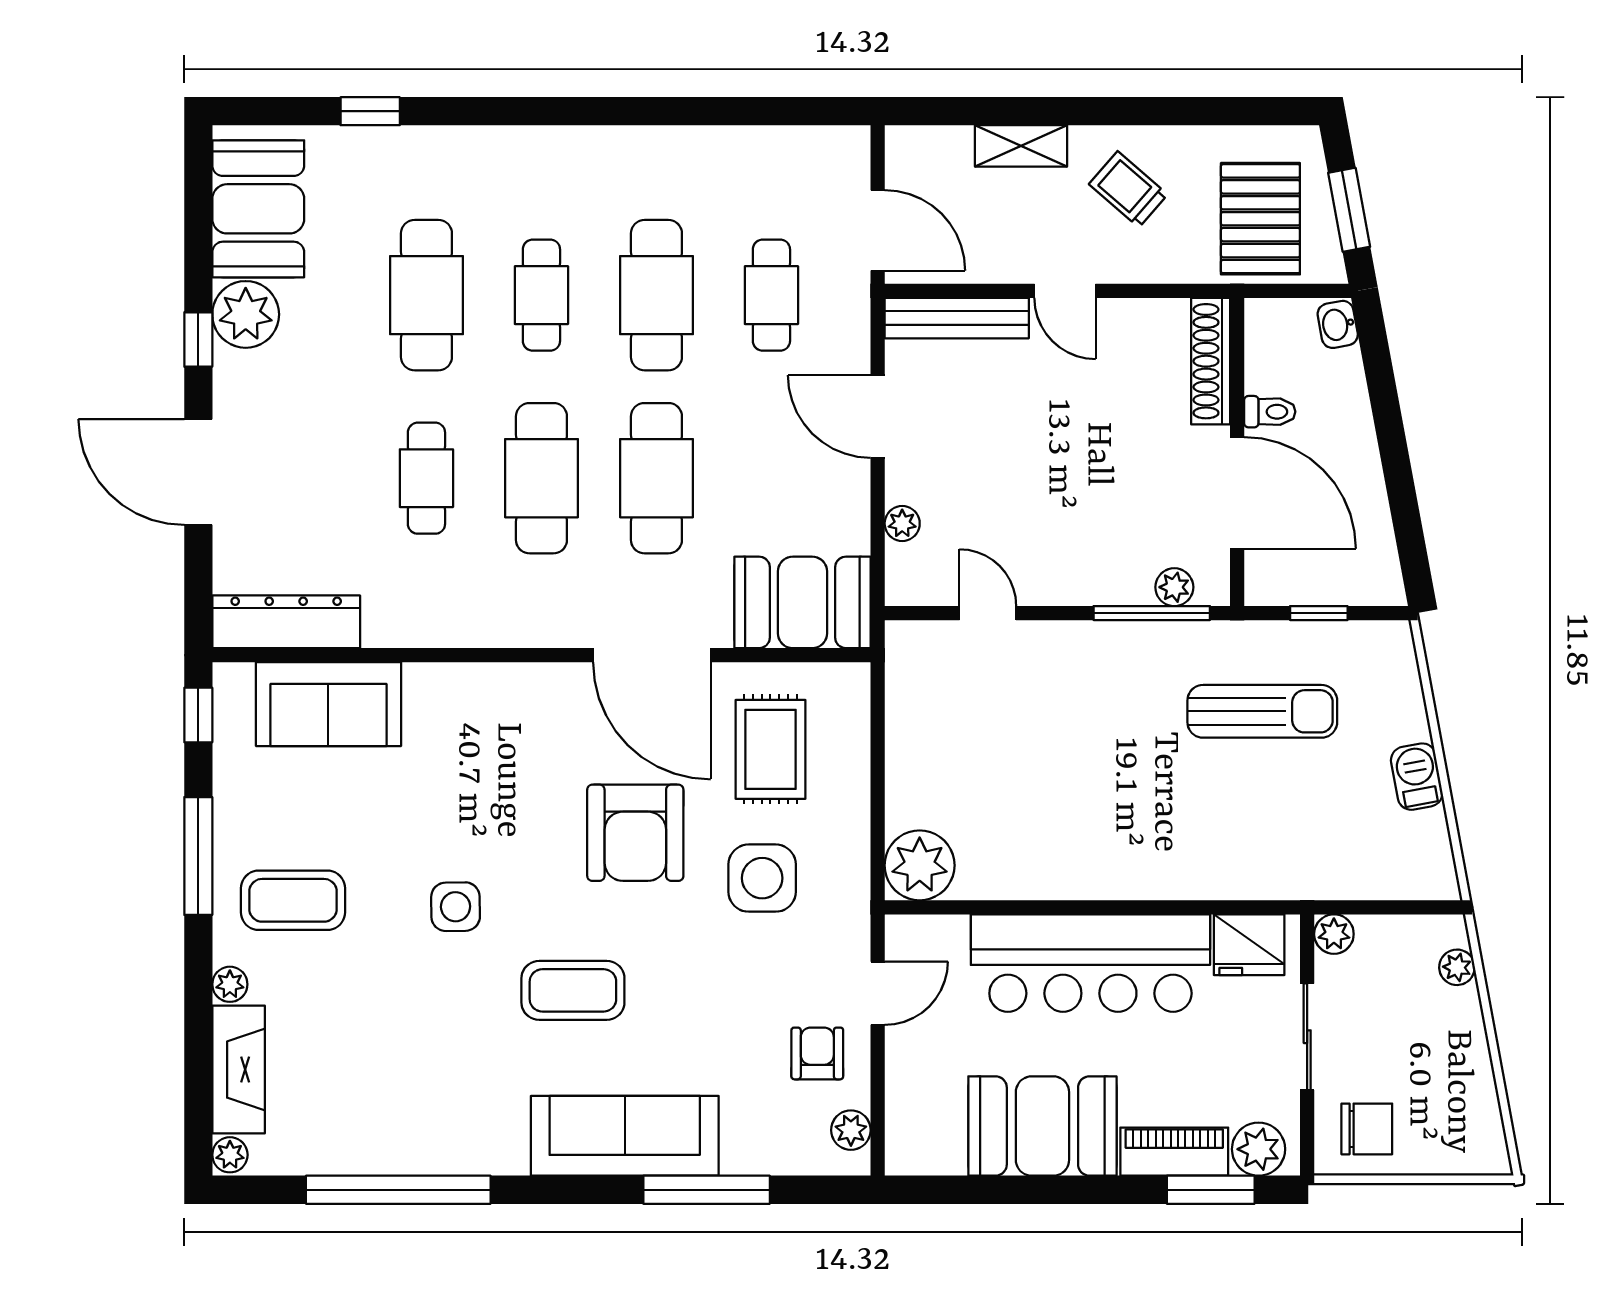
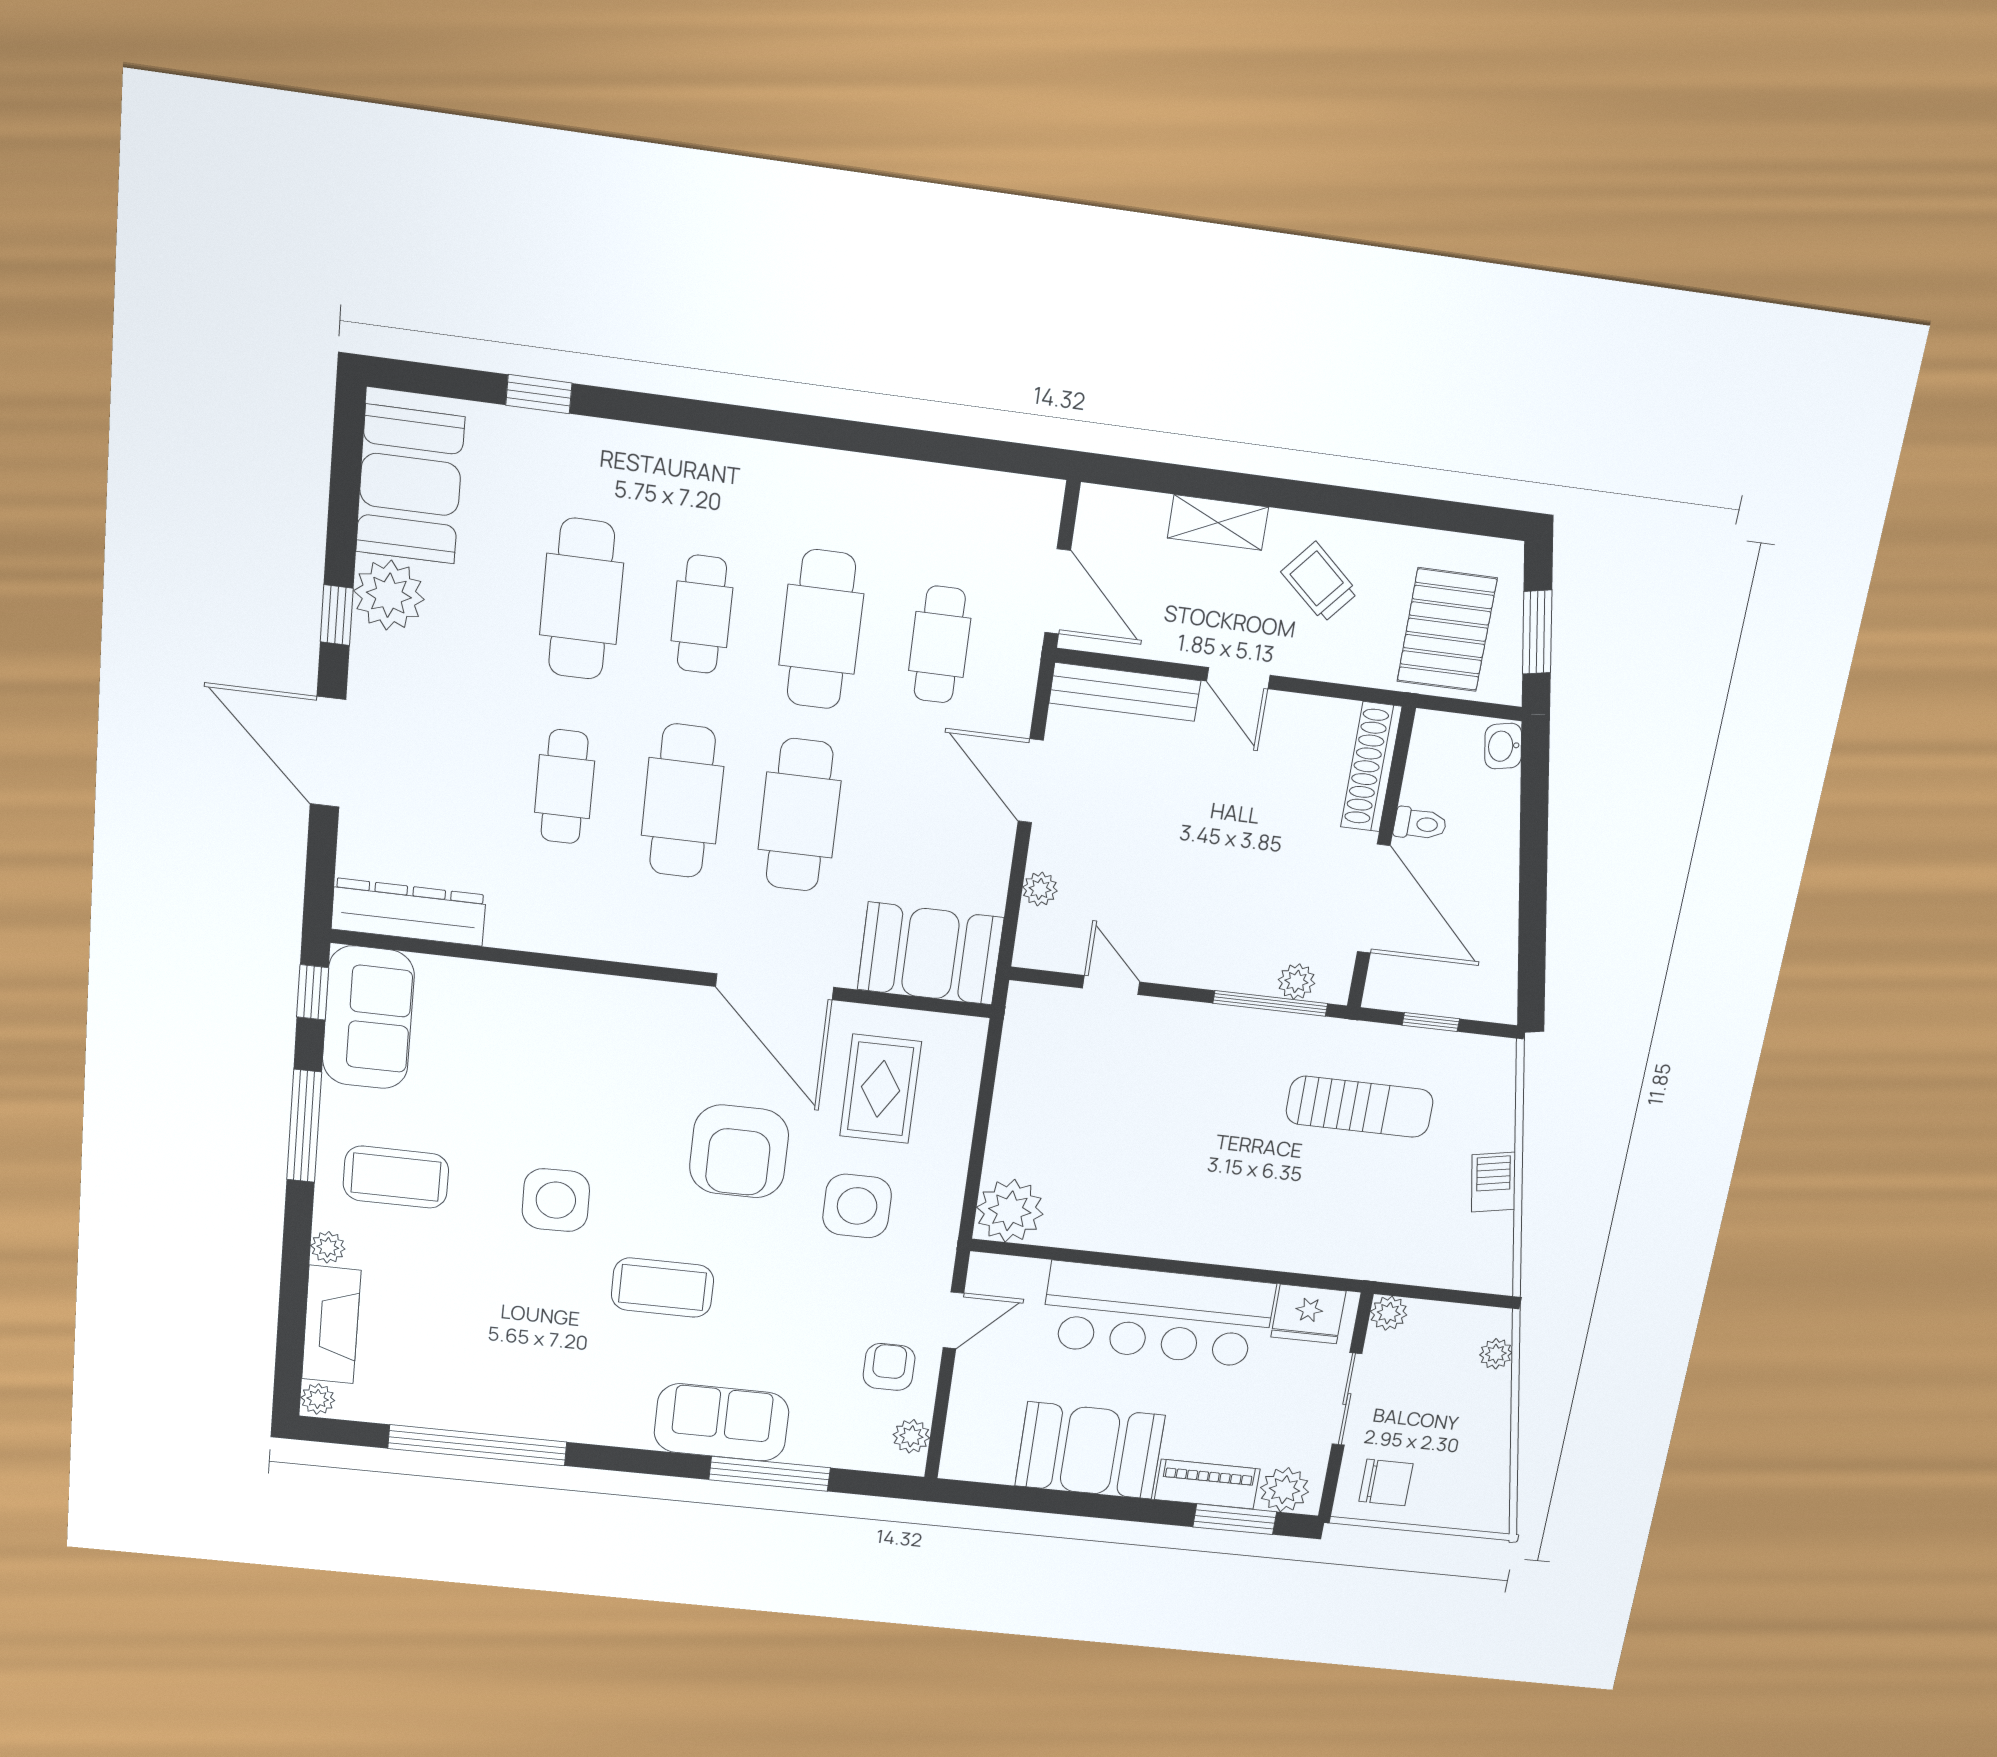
sofa: (328, 704) -> (368, 1018), moved, turned -90
side table: (456, 907) -> (556, 1200), width x1.37, depth x1.37
sofa: (625, 1136) -> (721, 1422), width x0.73

